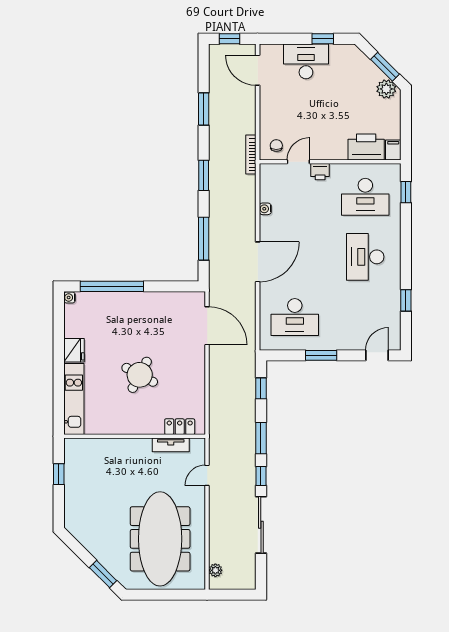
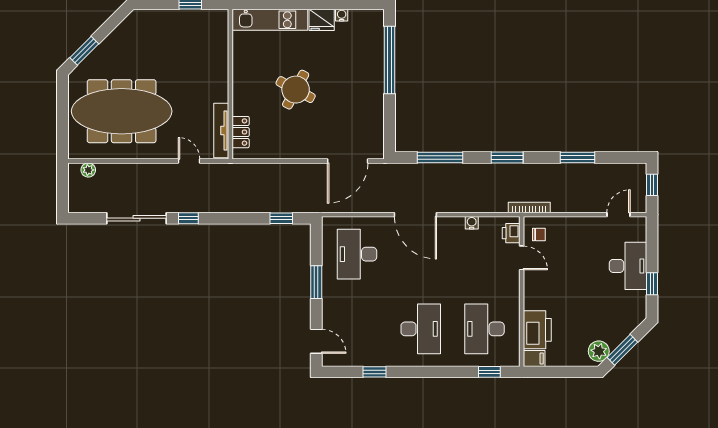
door: (258, 70) -> (619, 215), width x0.73
printer: (320, 172) -> (511, 233), moved
desk: (365, 257) -> (421, 329), turned 90
water cooler: (70, 298) -> (342, 15), moved
window: (261, 438) -> (228, 218), removed
tv unit: (171, 445) -> (221, 131), width x1.41

